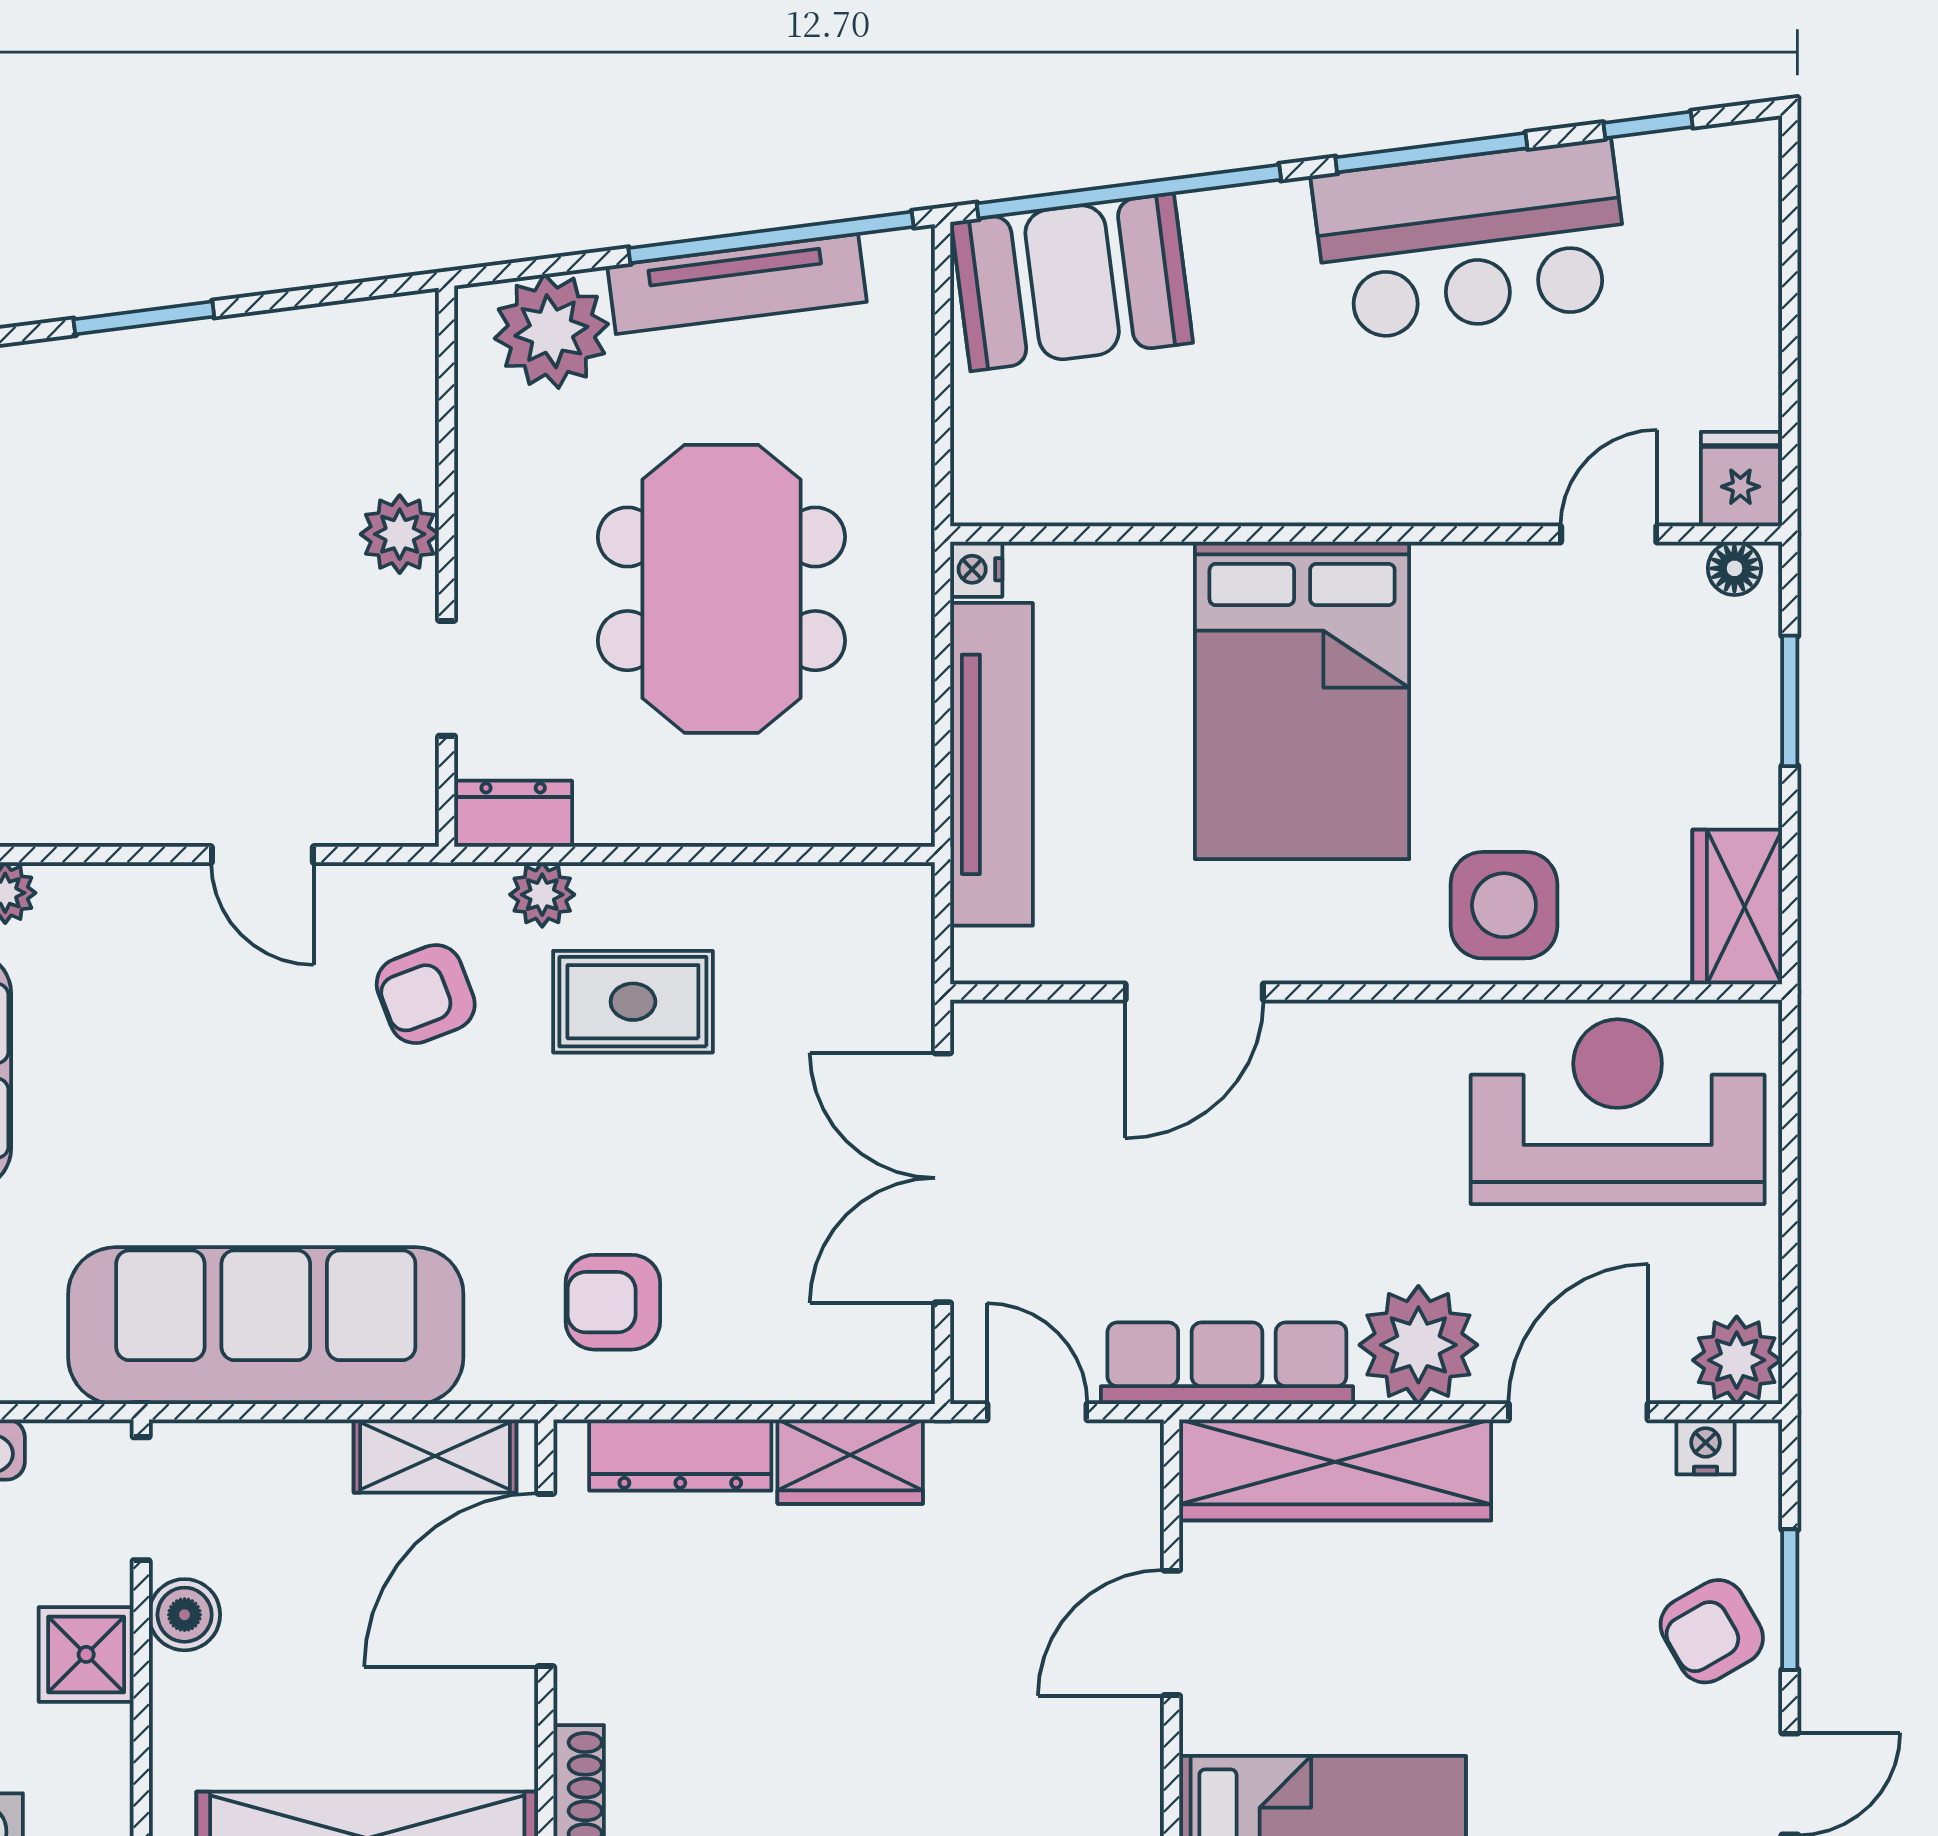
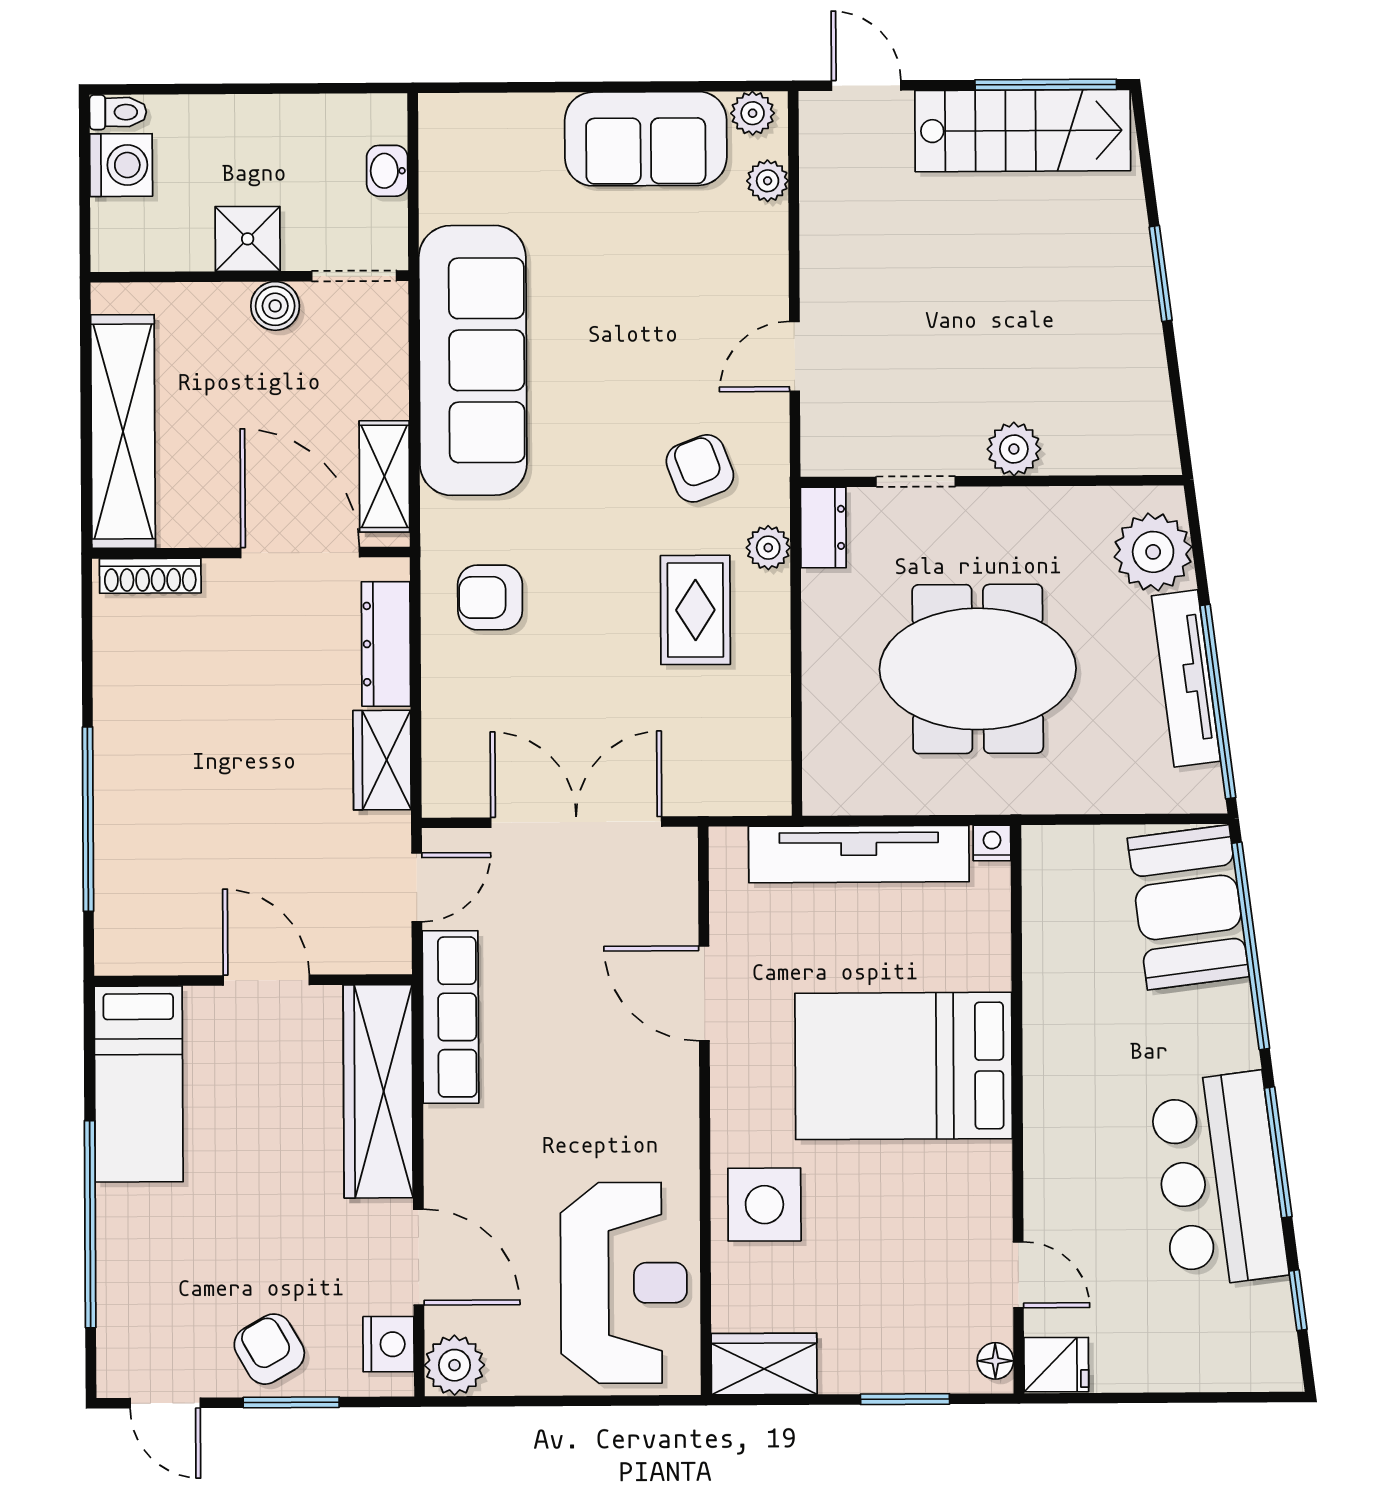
armchair: (613, 1302) -> (490, 597), turned -90
plant: (1418, 1345) -> (464, 1148), removed
nightstand: (1706, 1447) -> (389, 1344), width x1.39, depth x1.35

